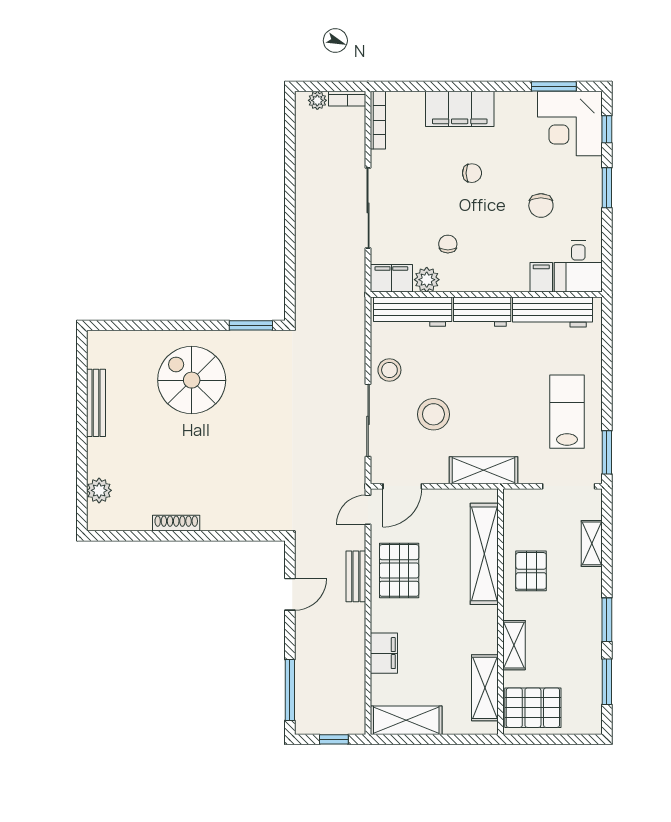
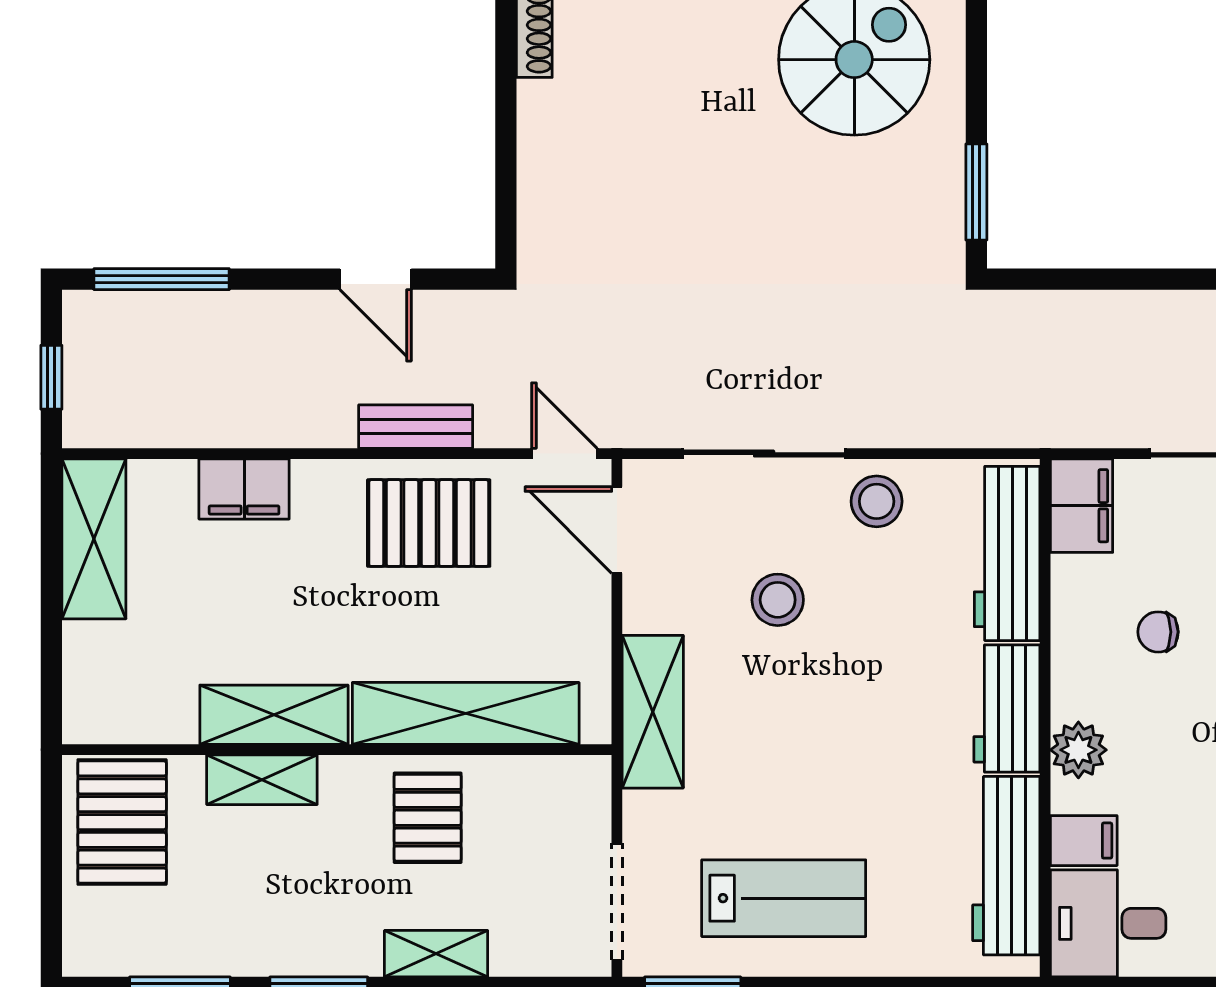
chair: (448, 244) -> (1158, 632), turned 180
plant: (427, 280) -> (1078, 750), moved
stool: (433, 414) -> (778, 600), width x0.73, depth x0.73
shelving: (592, 543) -> (436, 954), moved
pallet: (531, 571) -> (428, 818), turned 90
shelving: (485, 688) -> (274, 715), moved

